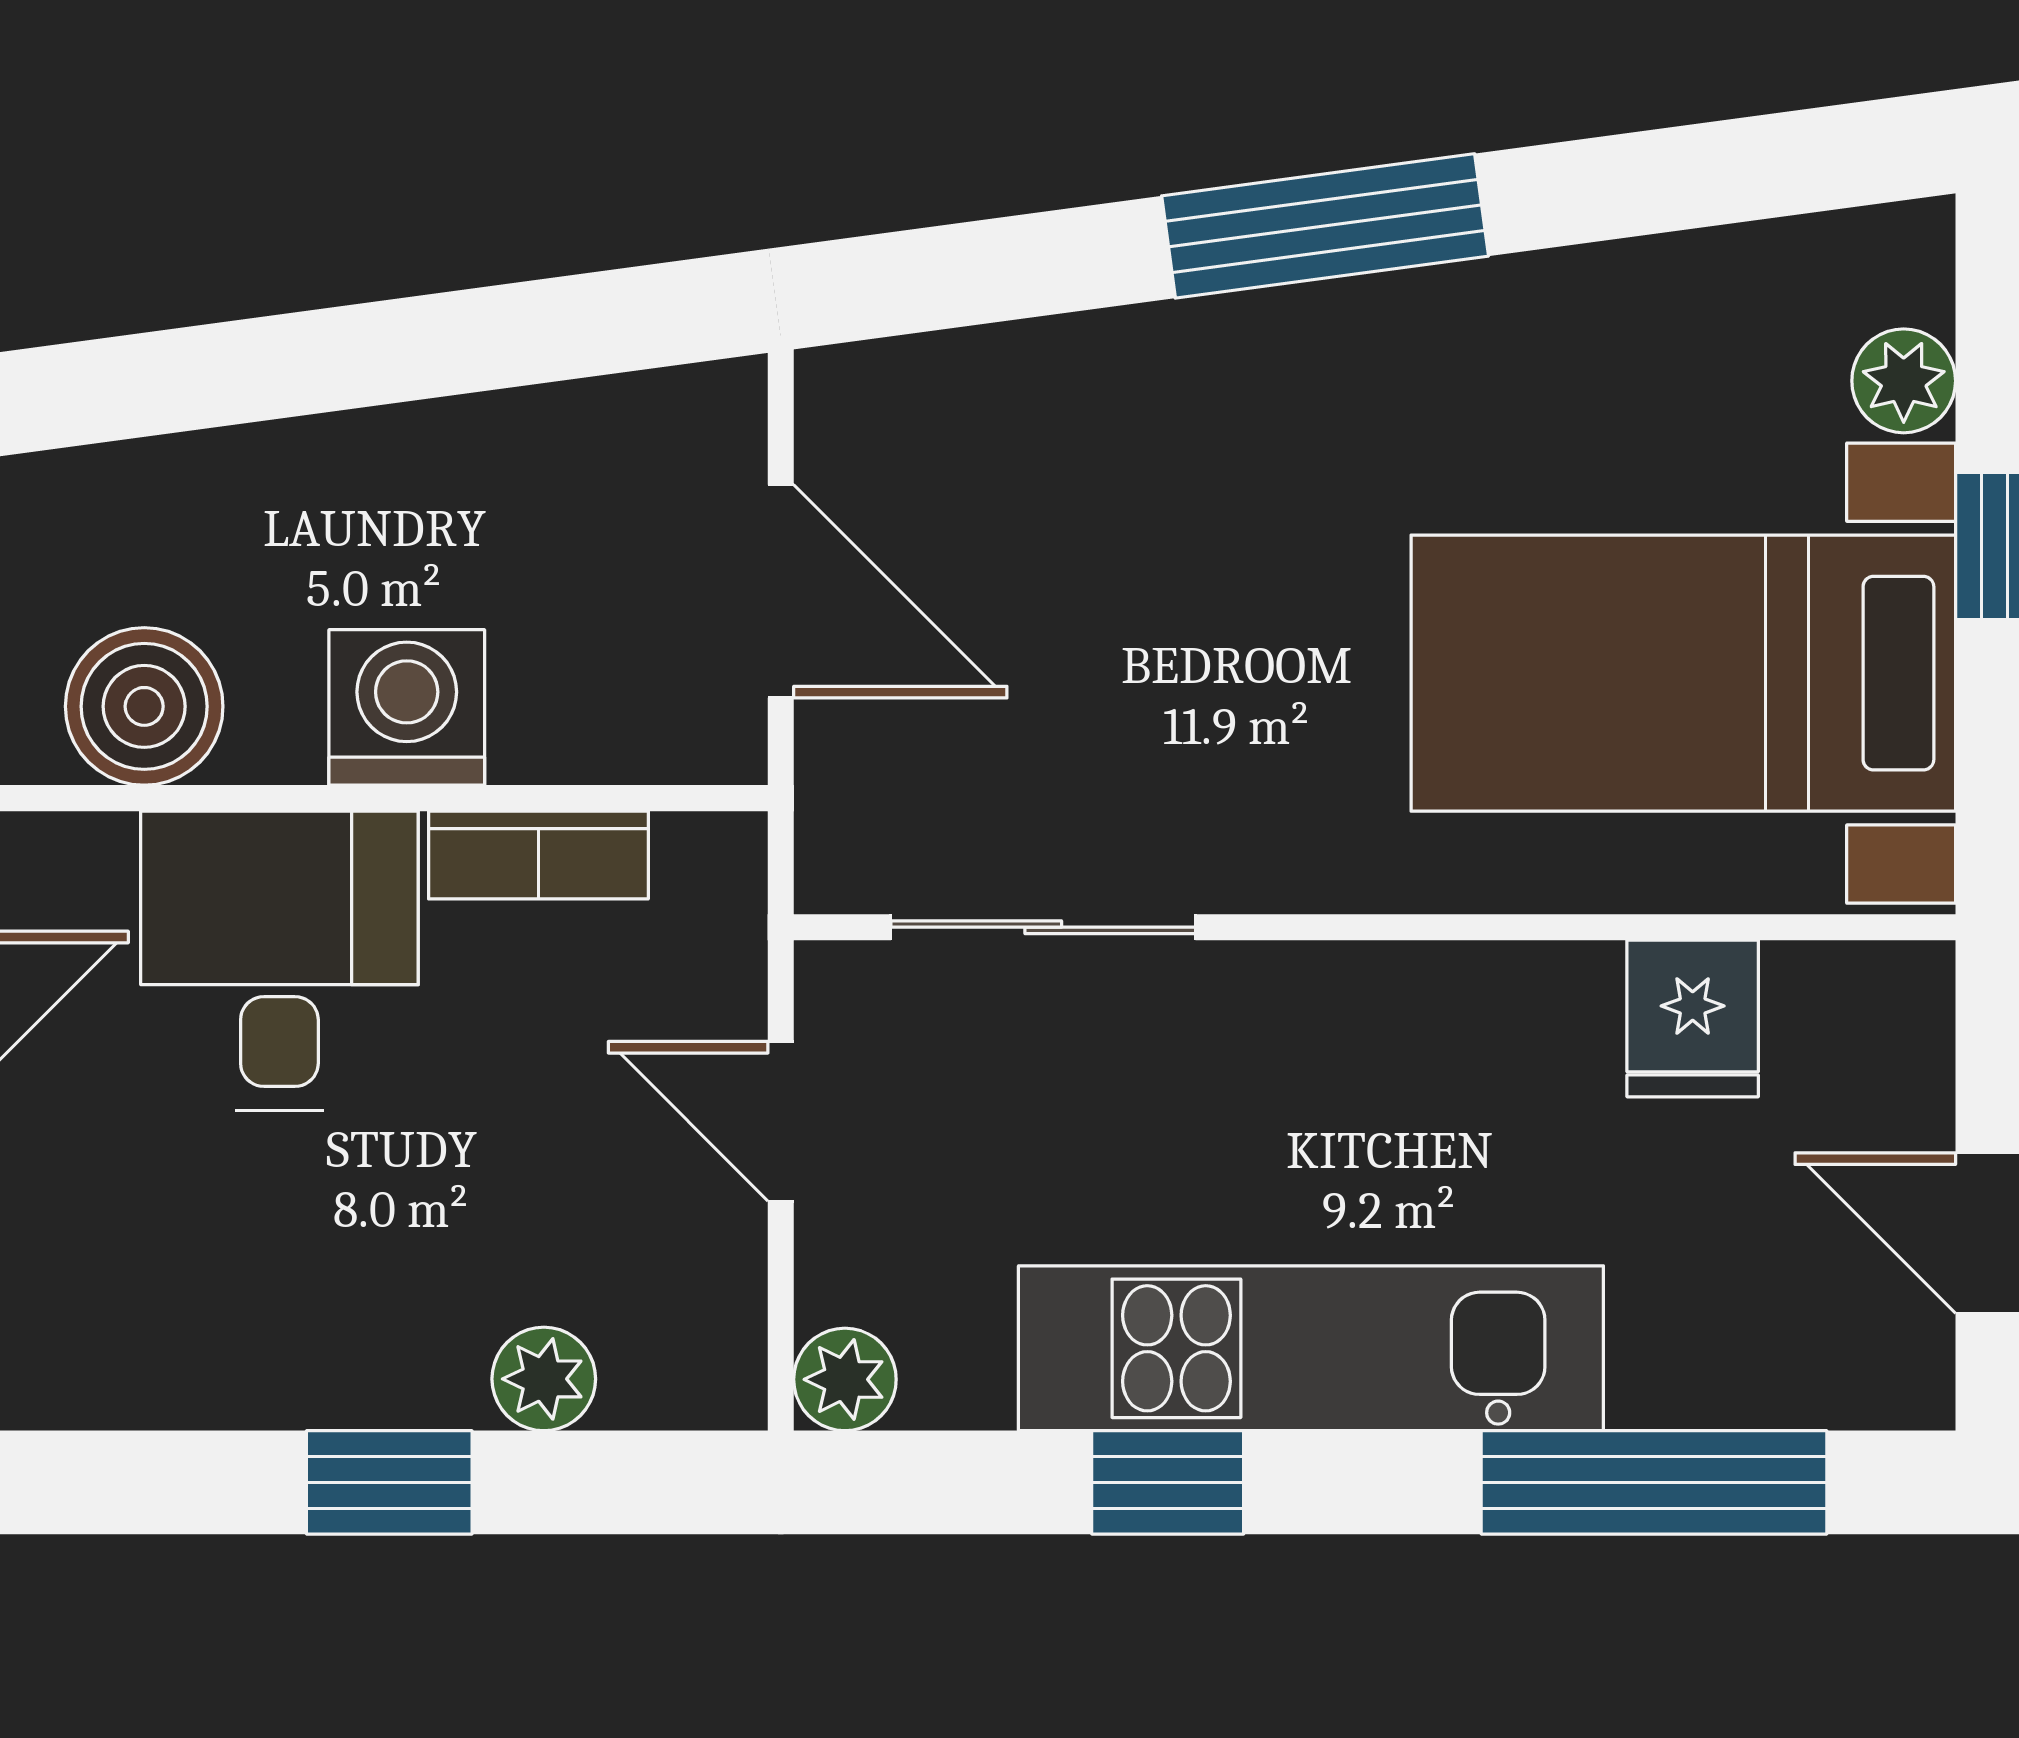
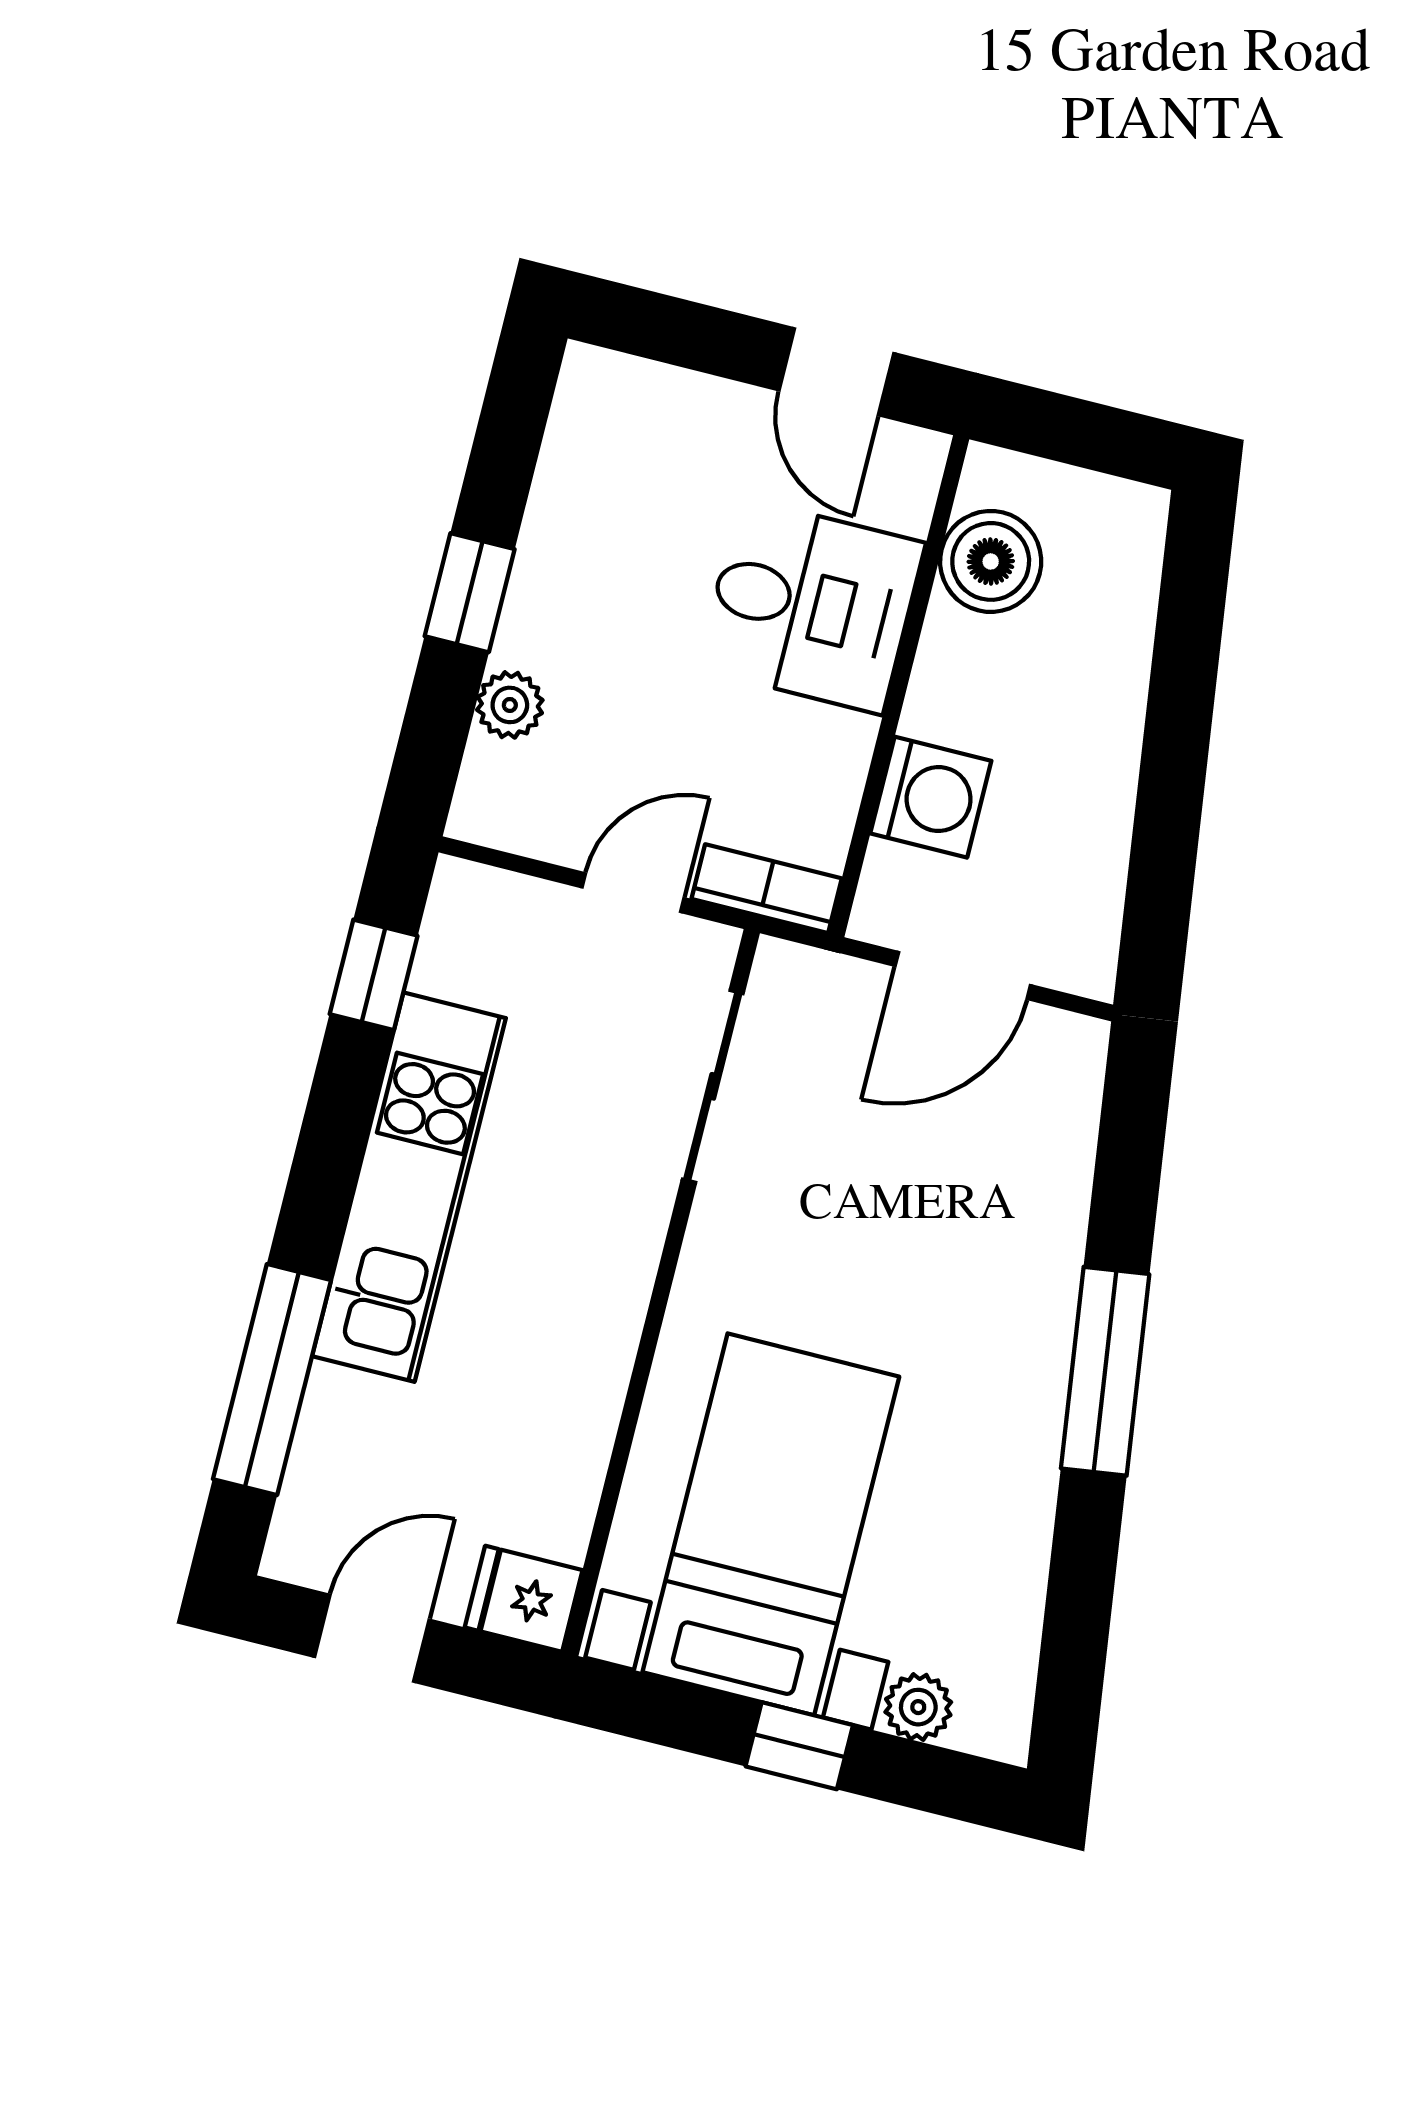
washing machine: (407, 707) -> (931, 797), moved
bookcase: (538, 855) -> (767, 889), moved, turned 90
fridge: (1693, 1018) -> (524, 1599), moved
plant: (845, 1379) -> (462, 892), removed
window: (1168, 1482) -> (374, 975), moved

